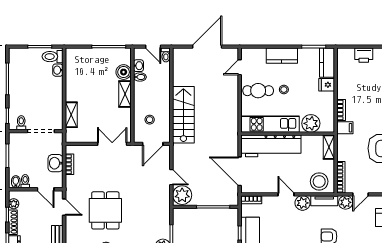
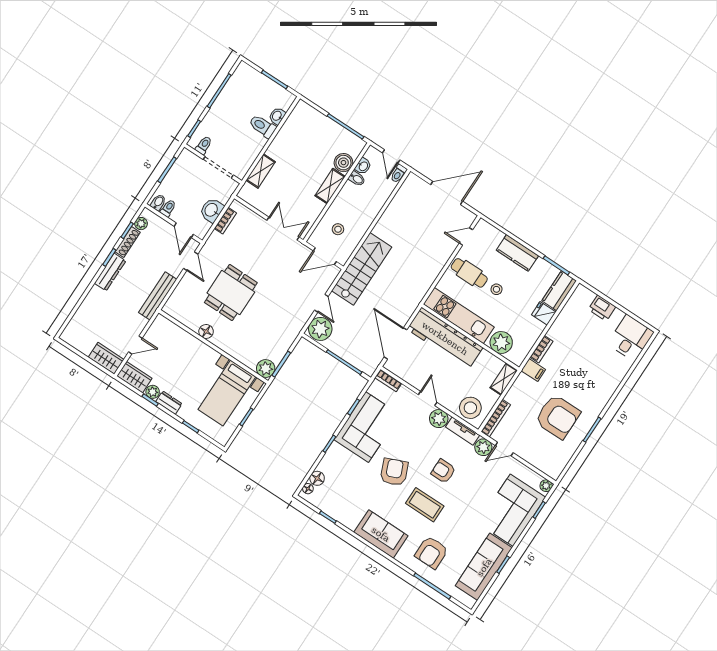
toilet: (53, 57) -> (263, 126), moved
stairs: (183, 115) -> (362, 269), moved

